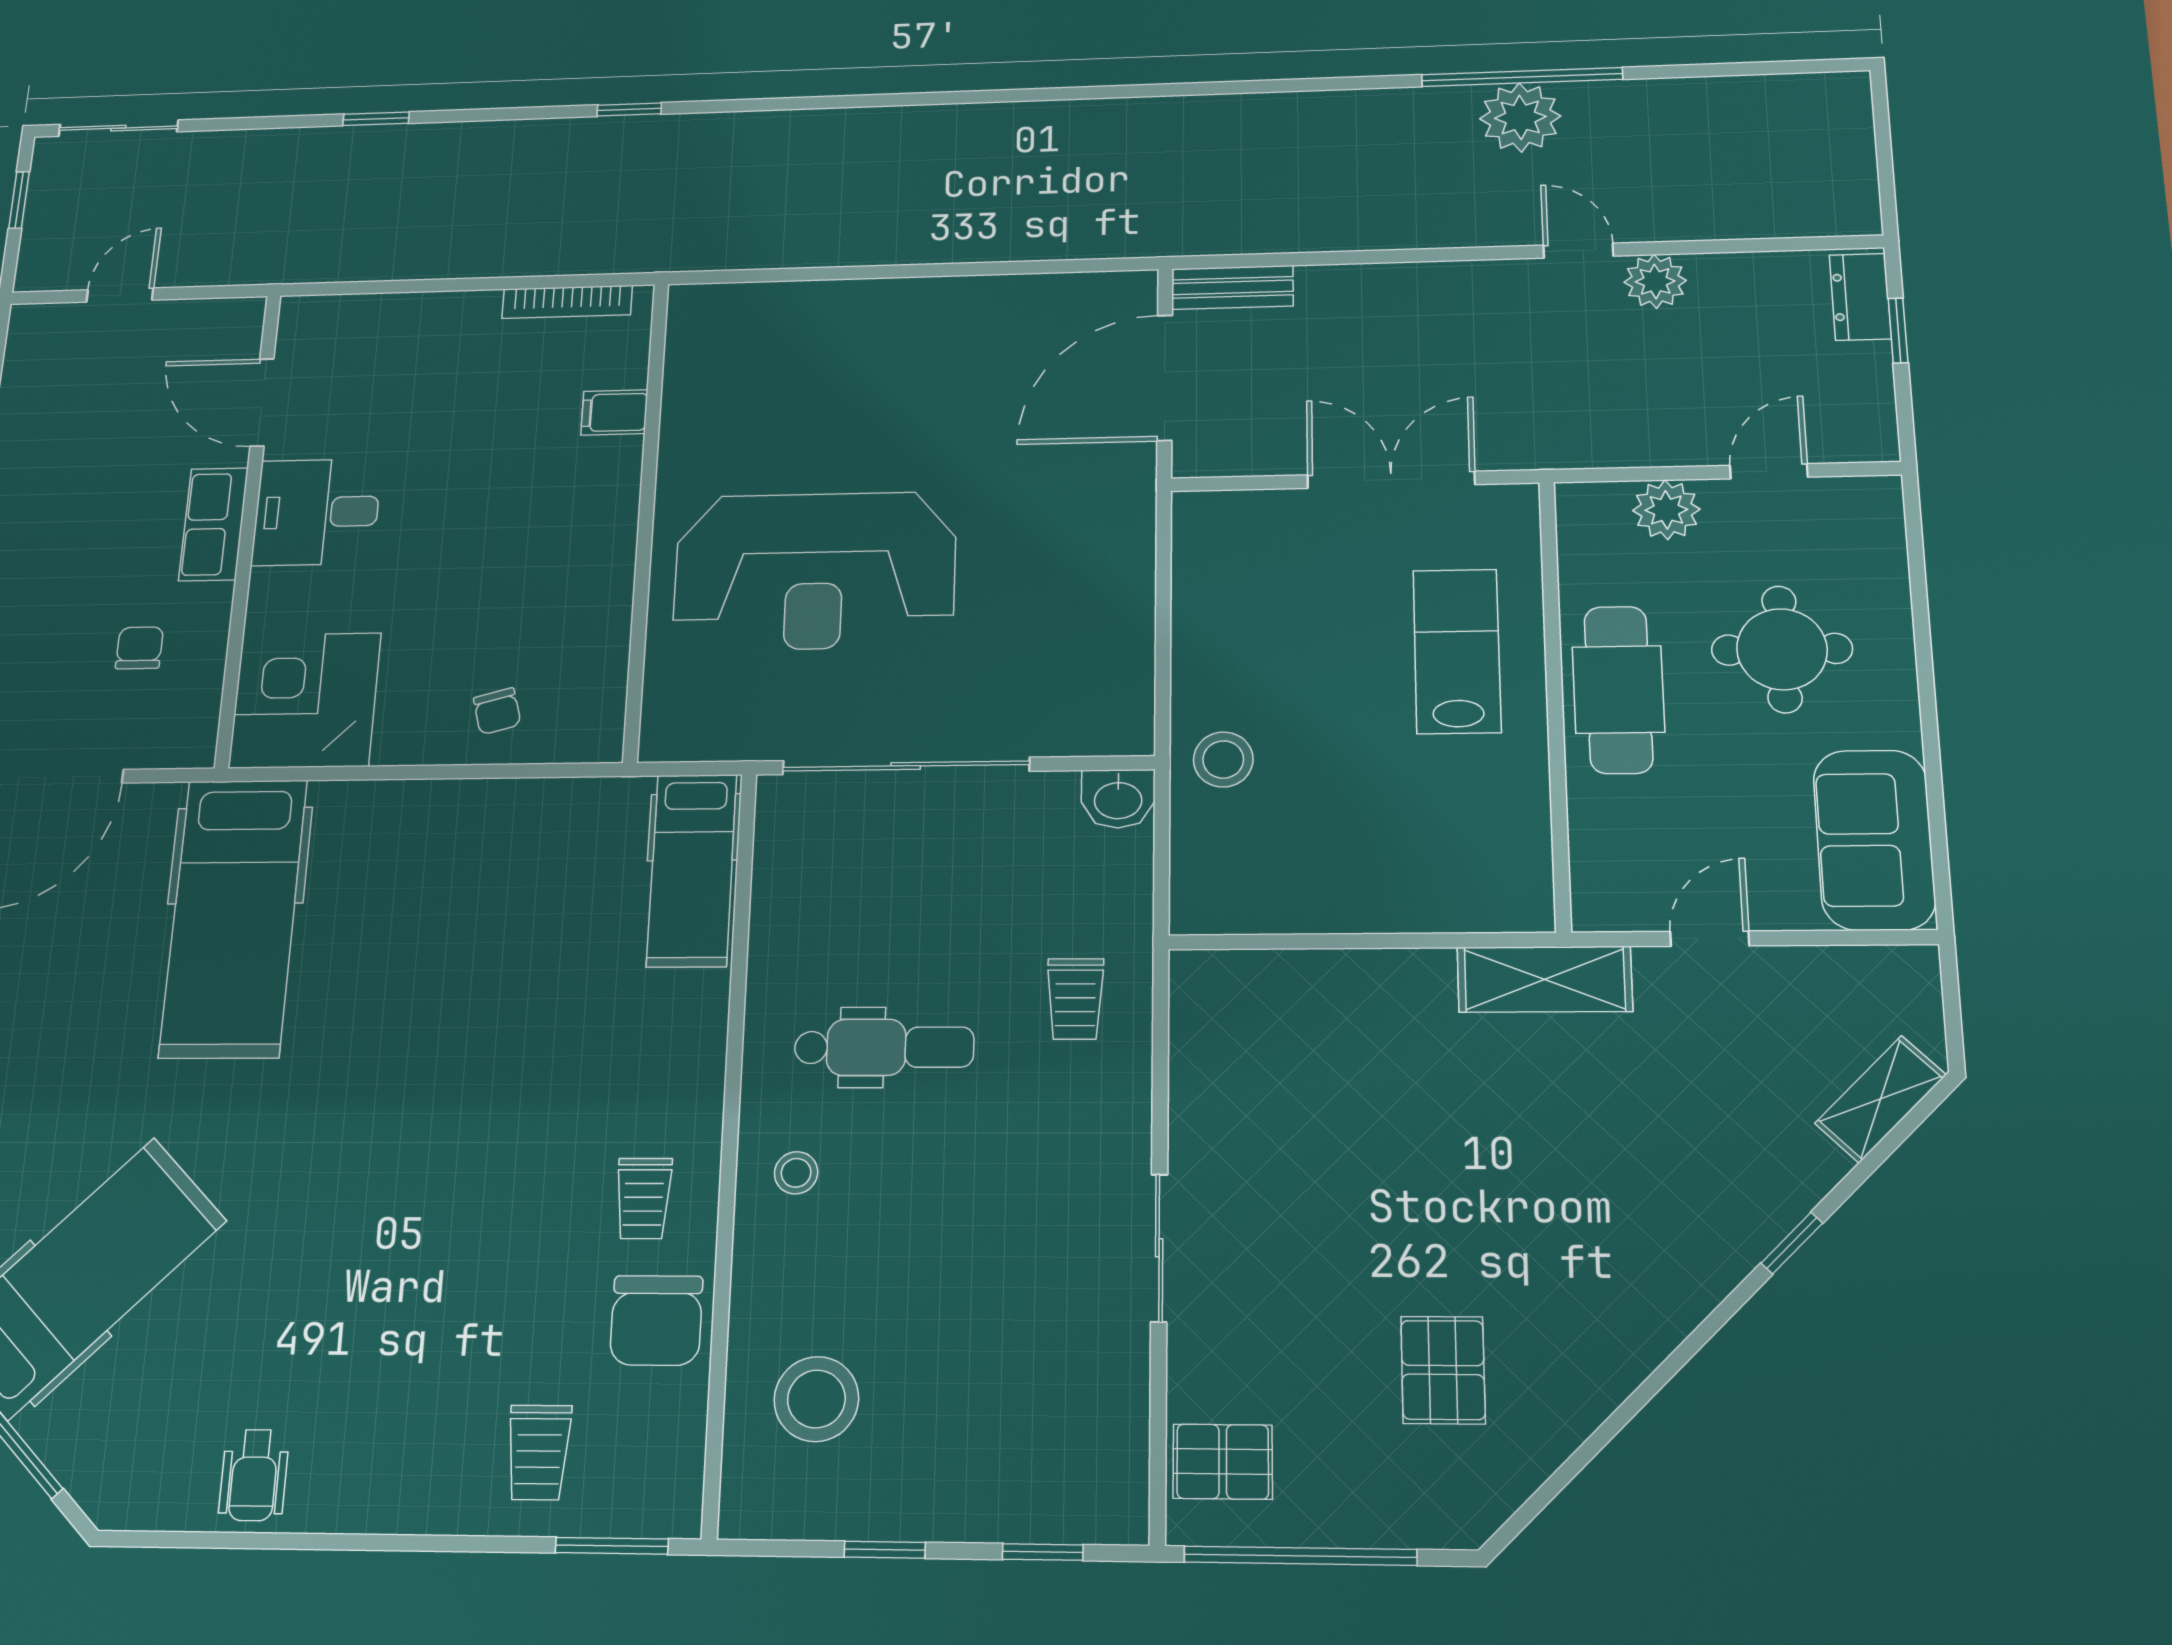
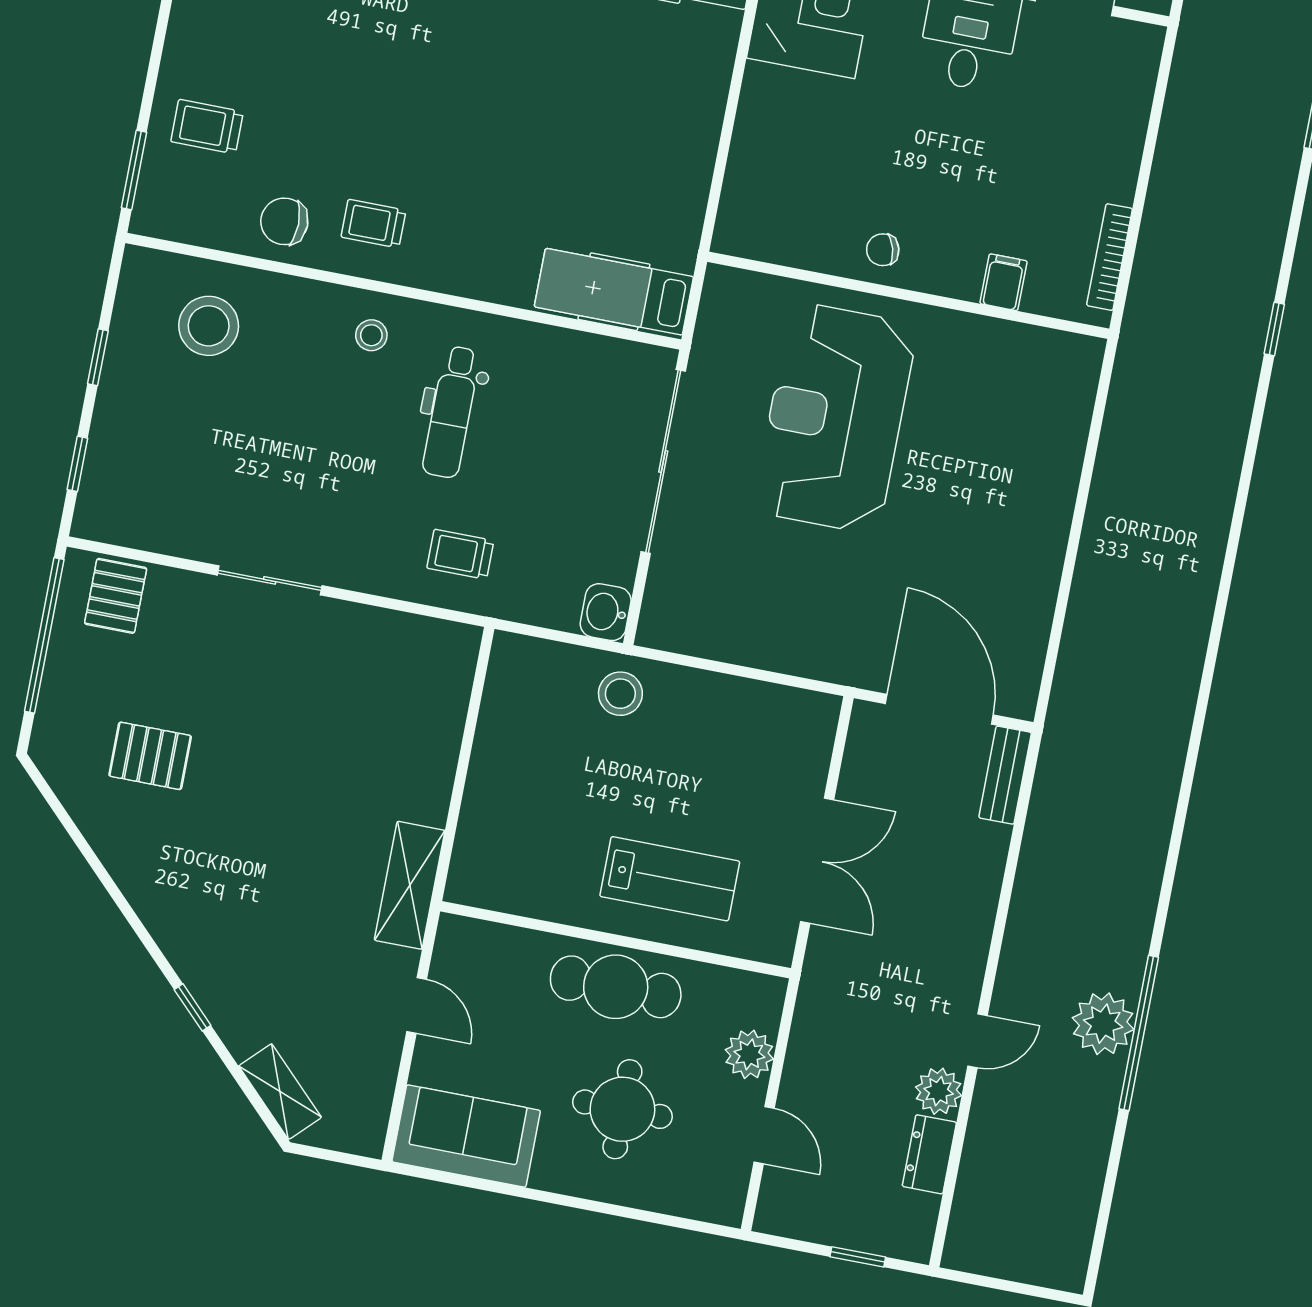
dresser: (1860, 297) -> (929, 1154), moved, turned -90
chair: (497, 711) -> (883, 250), moved
chair: (656, 1320) -> (284, 221), width x0.73, depth x0.73

